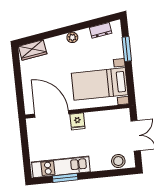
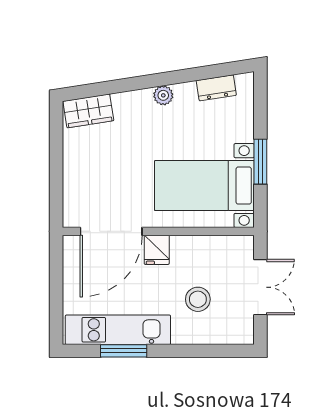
window: (127, 49) -> (260, 162), moved
door: (52, 114) -> (111, 231), swing flipped
stool: (118, 161) -> (198, 299), moved

